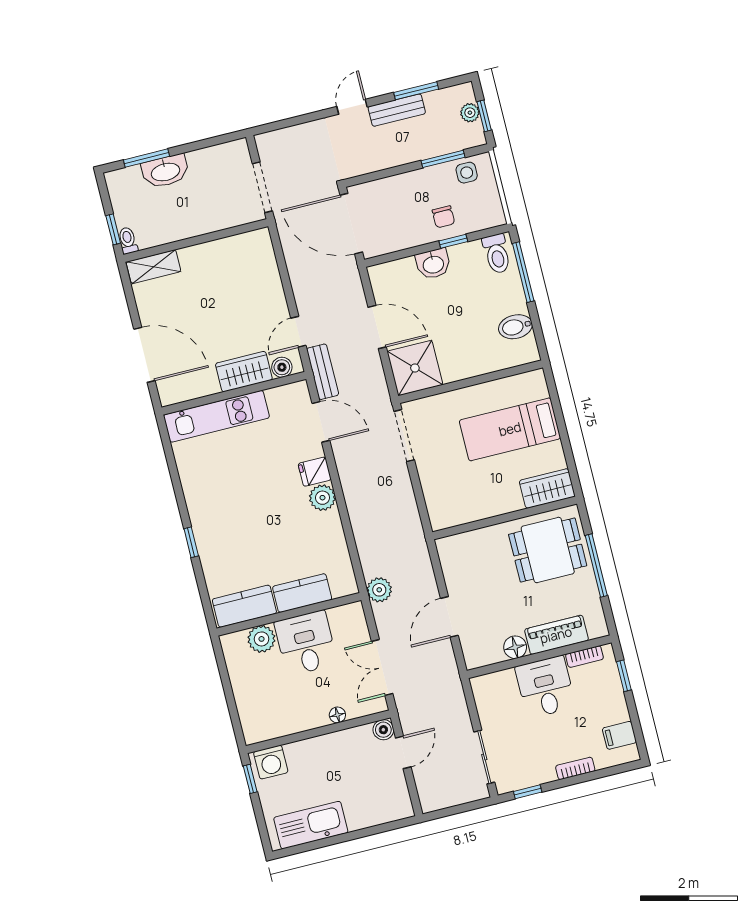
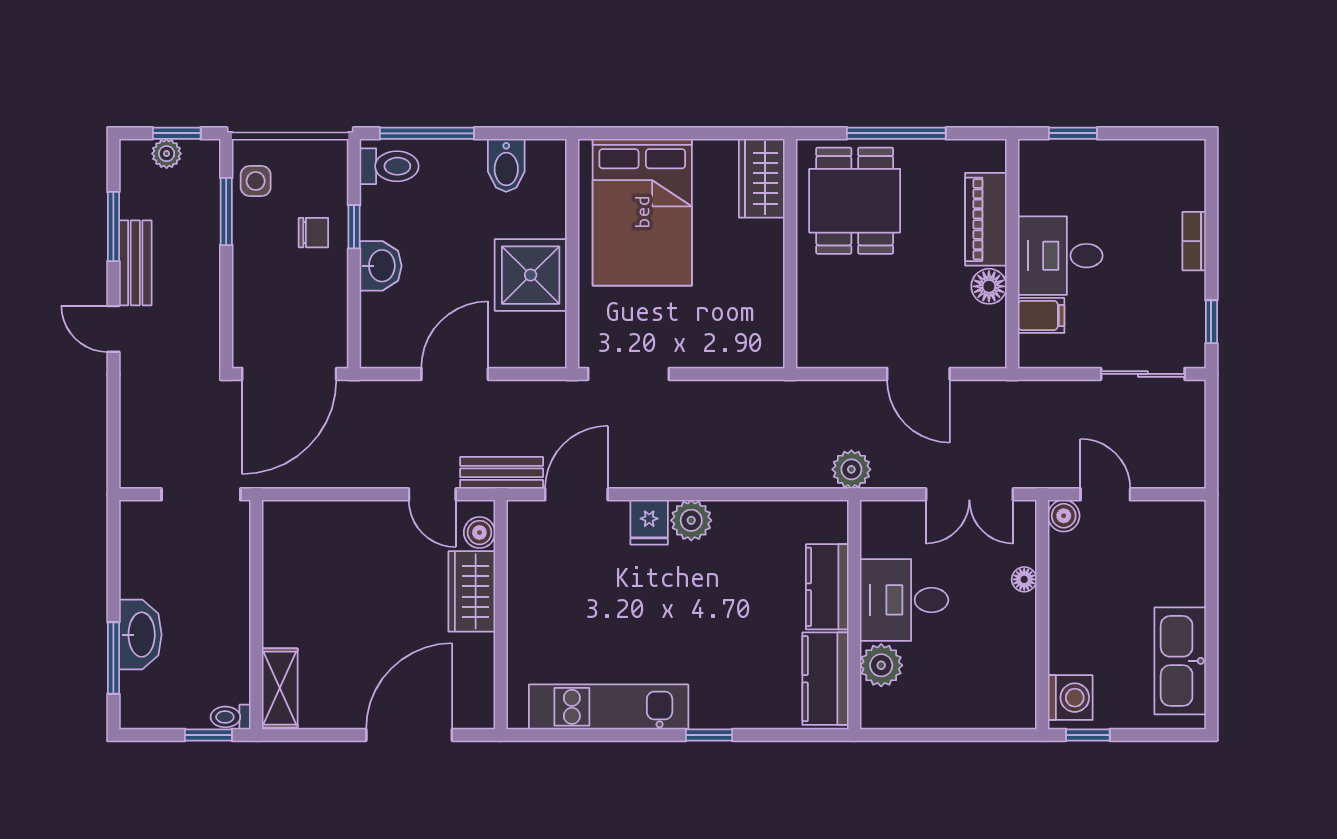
shower: (415, 368) -> (531, 275), moved
kitchen unit: (216, 416) -> (609, 707), moved, turned -90
bed: (510, 429) -> (642, 212), width x1.50
bookcase: (584, 657) -> (1029, 185), removed
filing cabinet: (619, 735) -> (1041, 315), moved, turned -90

